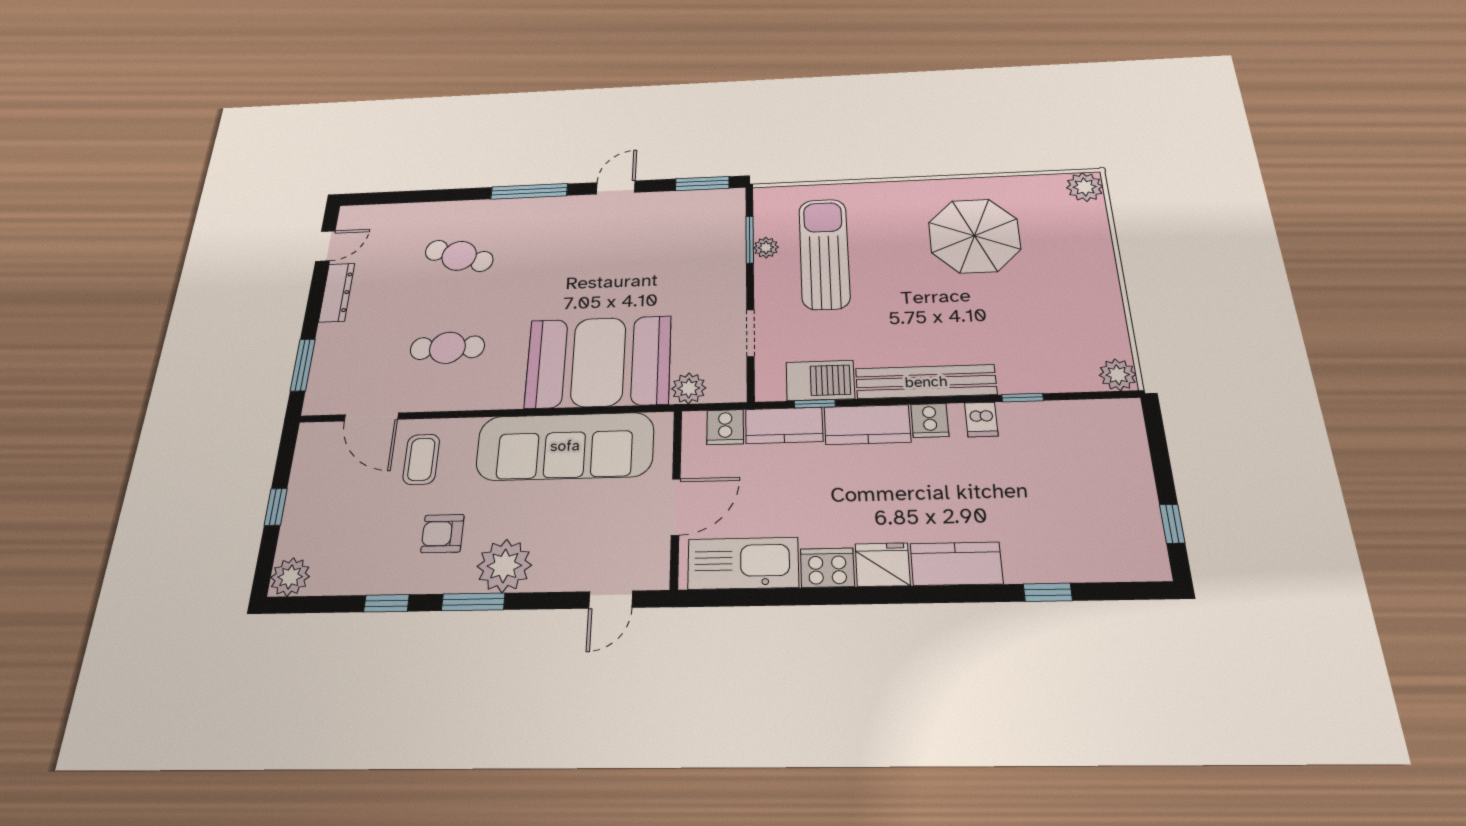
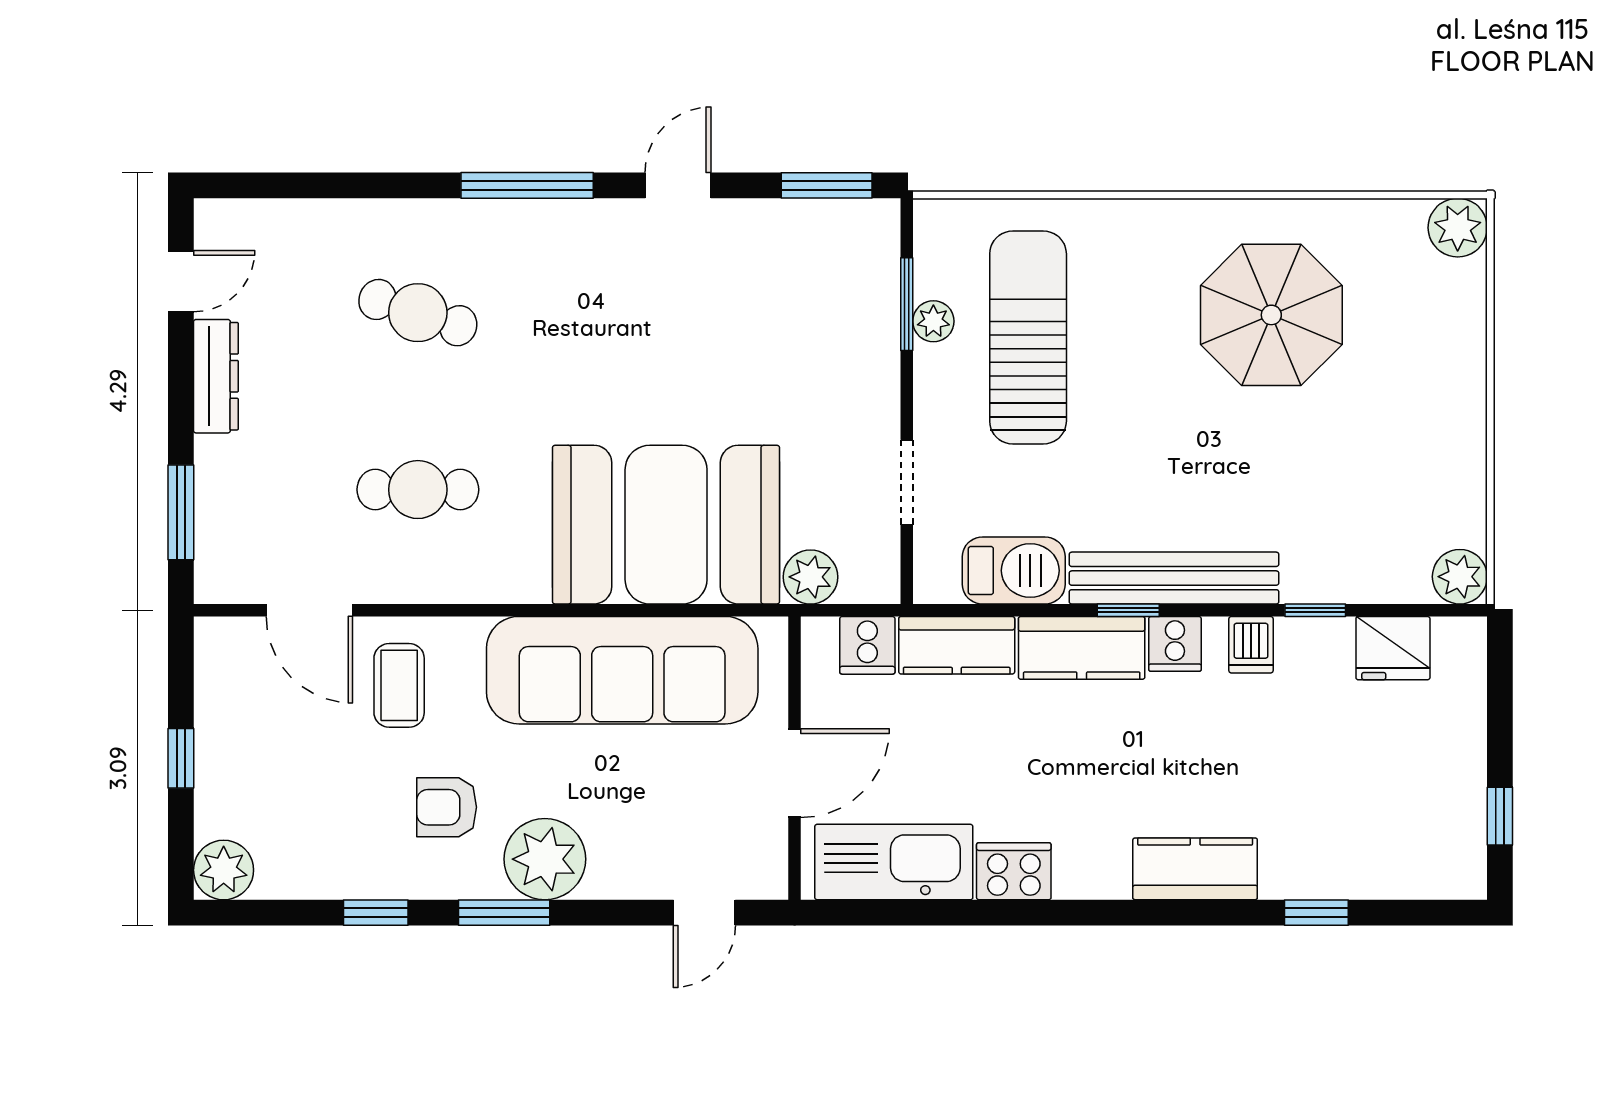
window: (815, 404) -> (1128, 610), moved
fridge: (883, 565) -> (1393, 648), moved, turned 180

